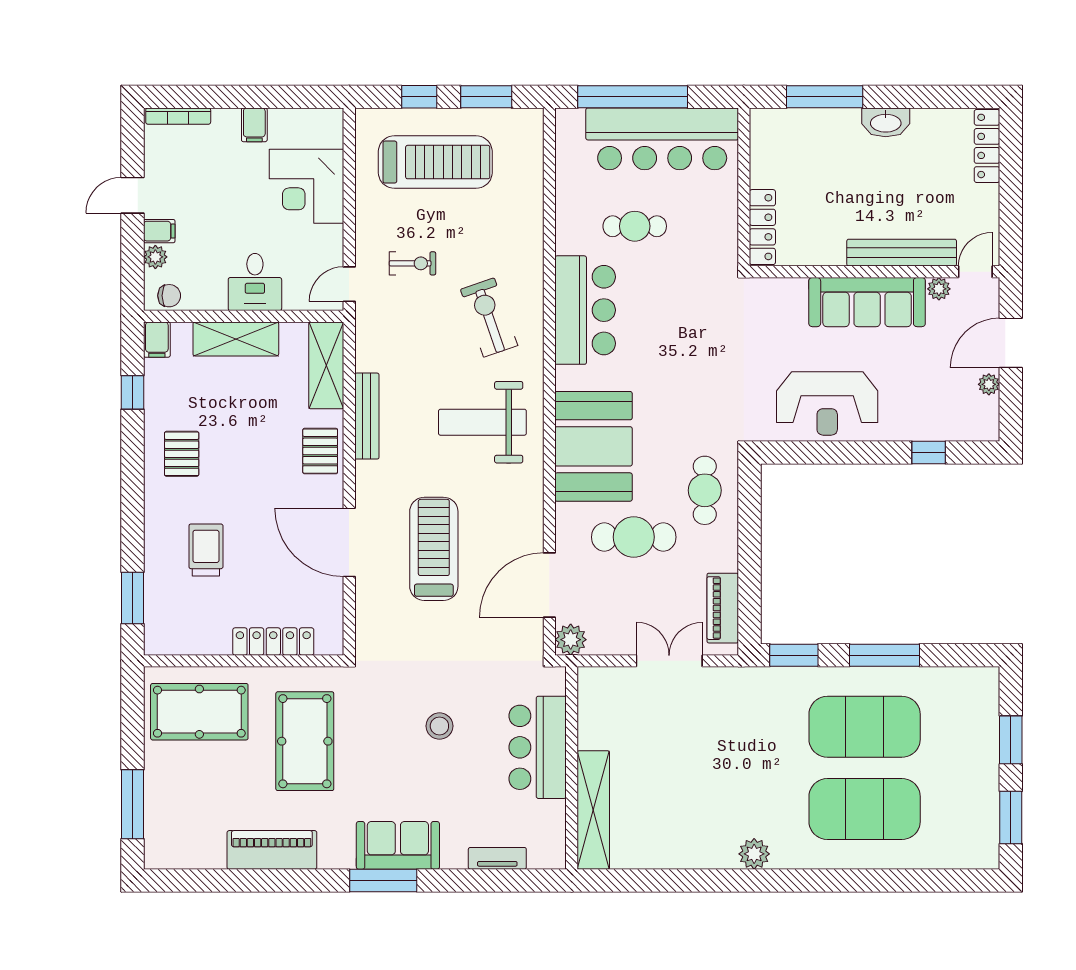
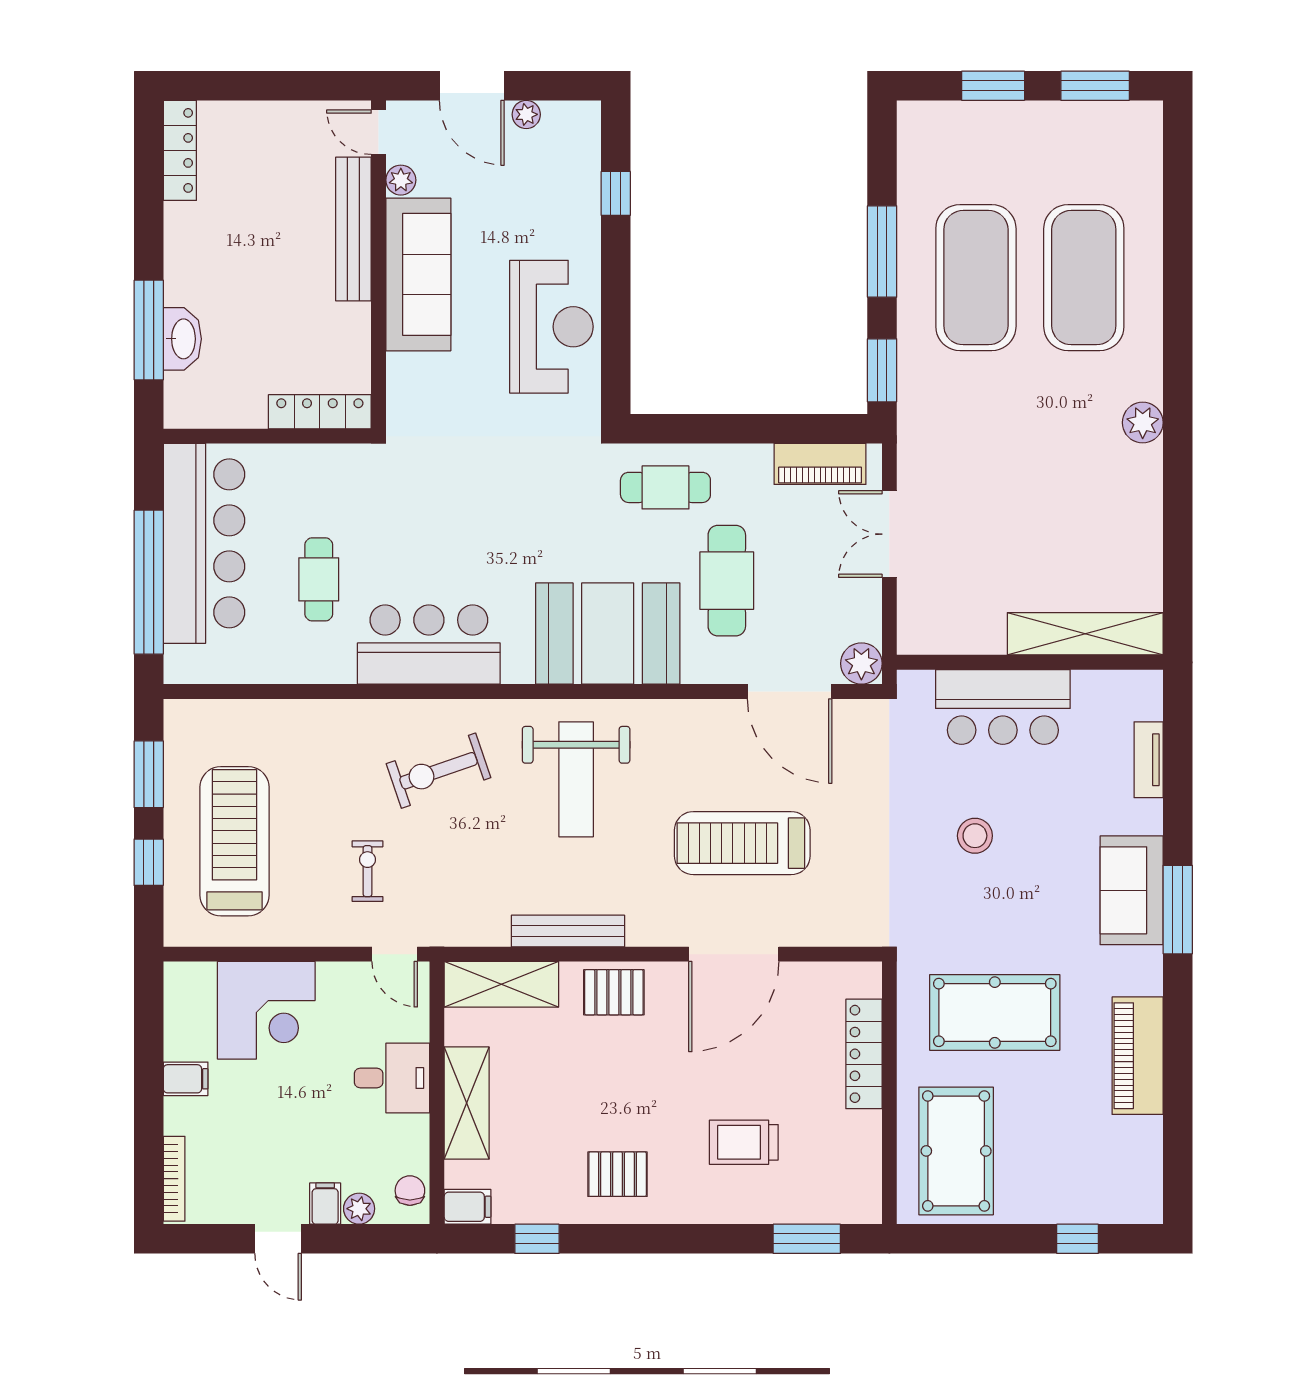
washbasin: (886, 122) -> (182, 339), moved
locker: (987, 146) -> (180, 150), moved, turned -90
window: (132, 804) -> (1077, 1239), width x0.46

